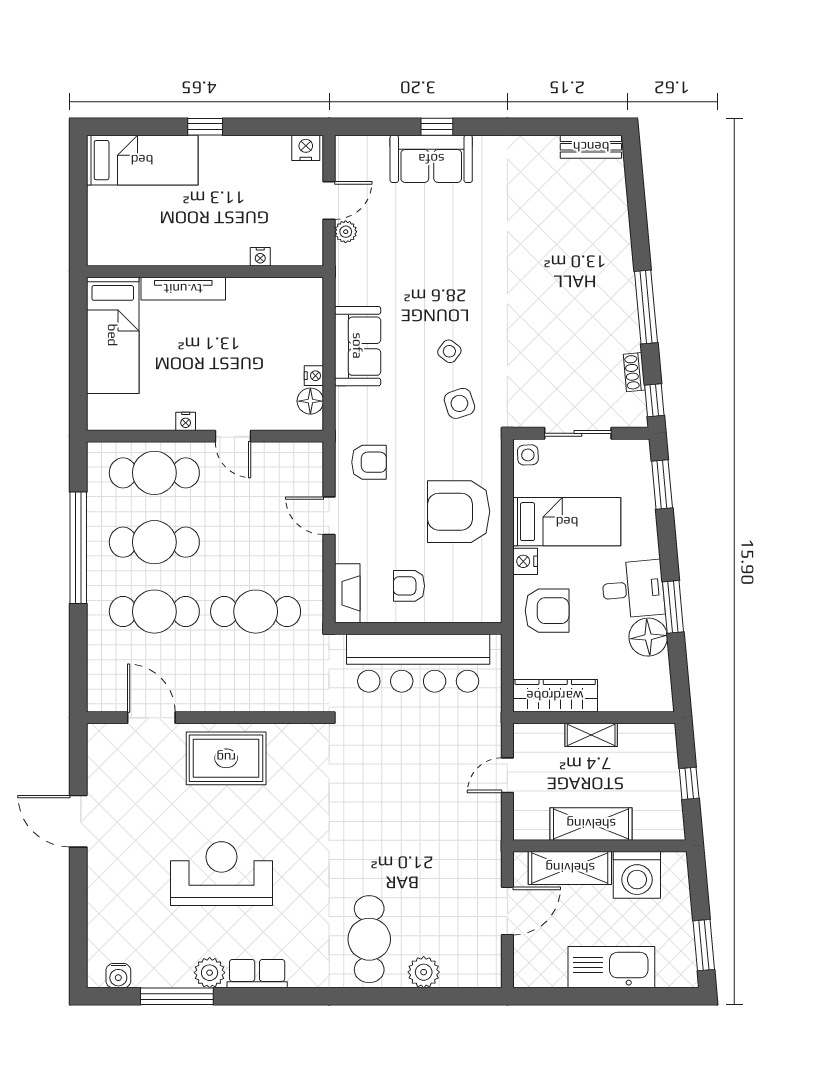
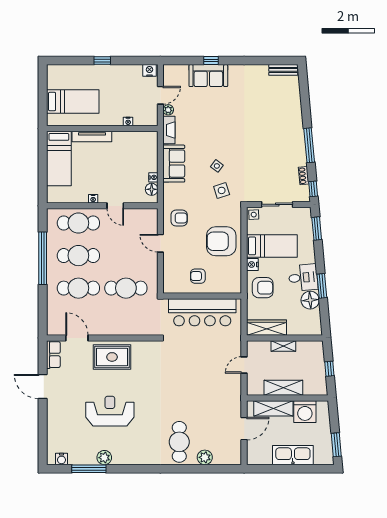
bed: (142, 160) -> (73, 101), moved
fireplace: (347, 593) -> (169, 130), moved
row of seats: (257, 974) -> (53, 355), moved, turned 90

